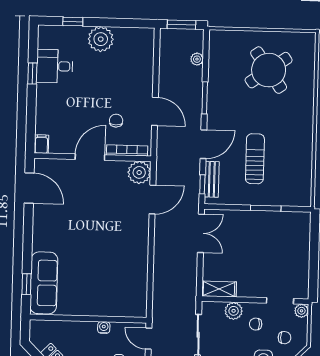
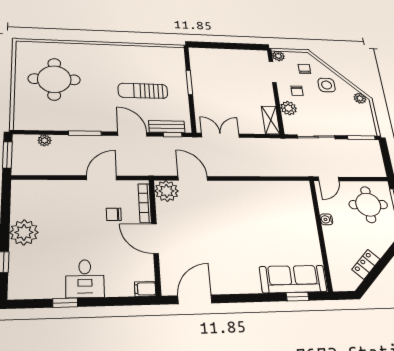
desk: (55, 66) -> (85, 279), moved
round table: (269, 70) -> (54, 79), turned 35

